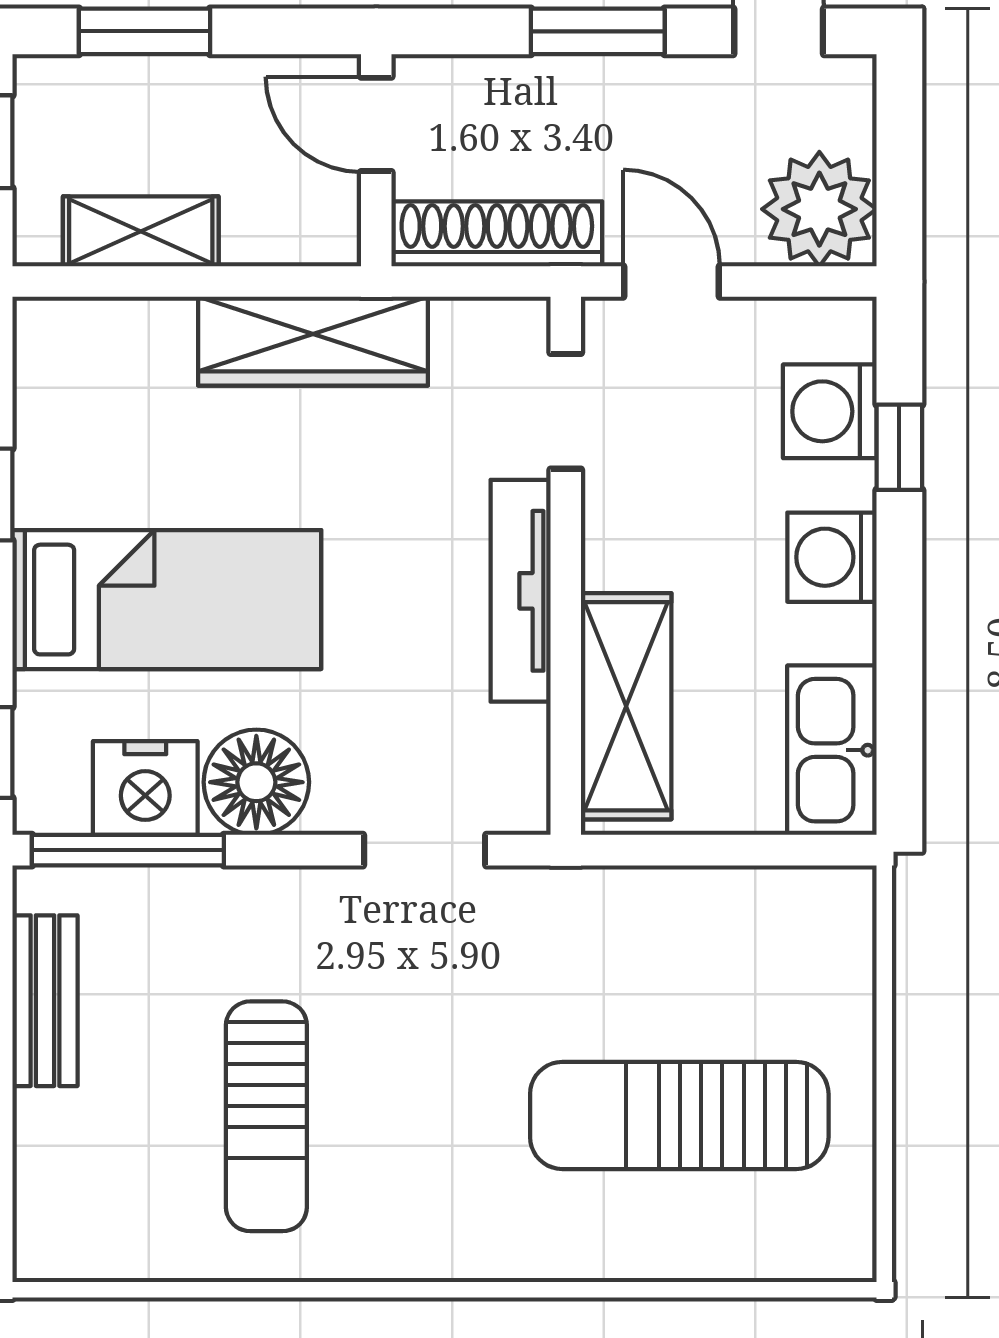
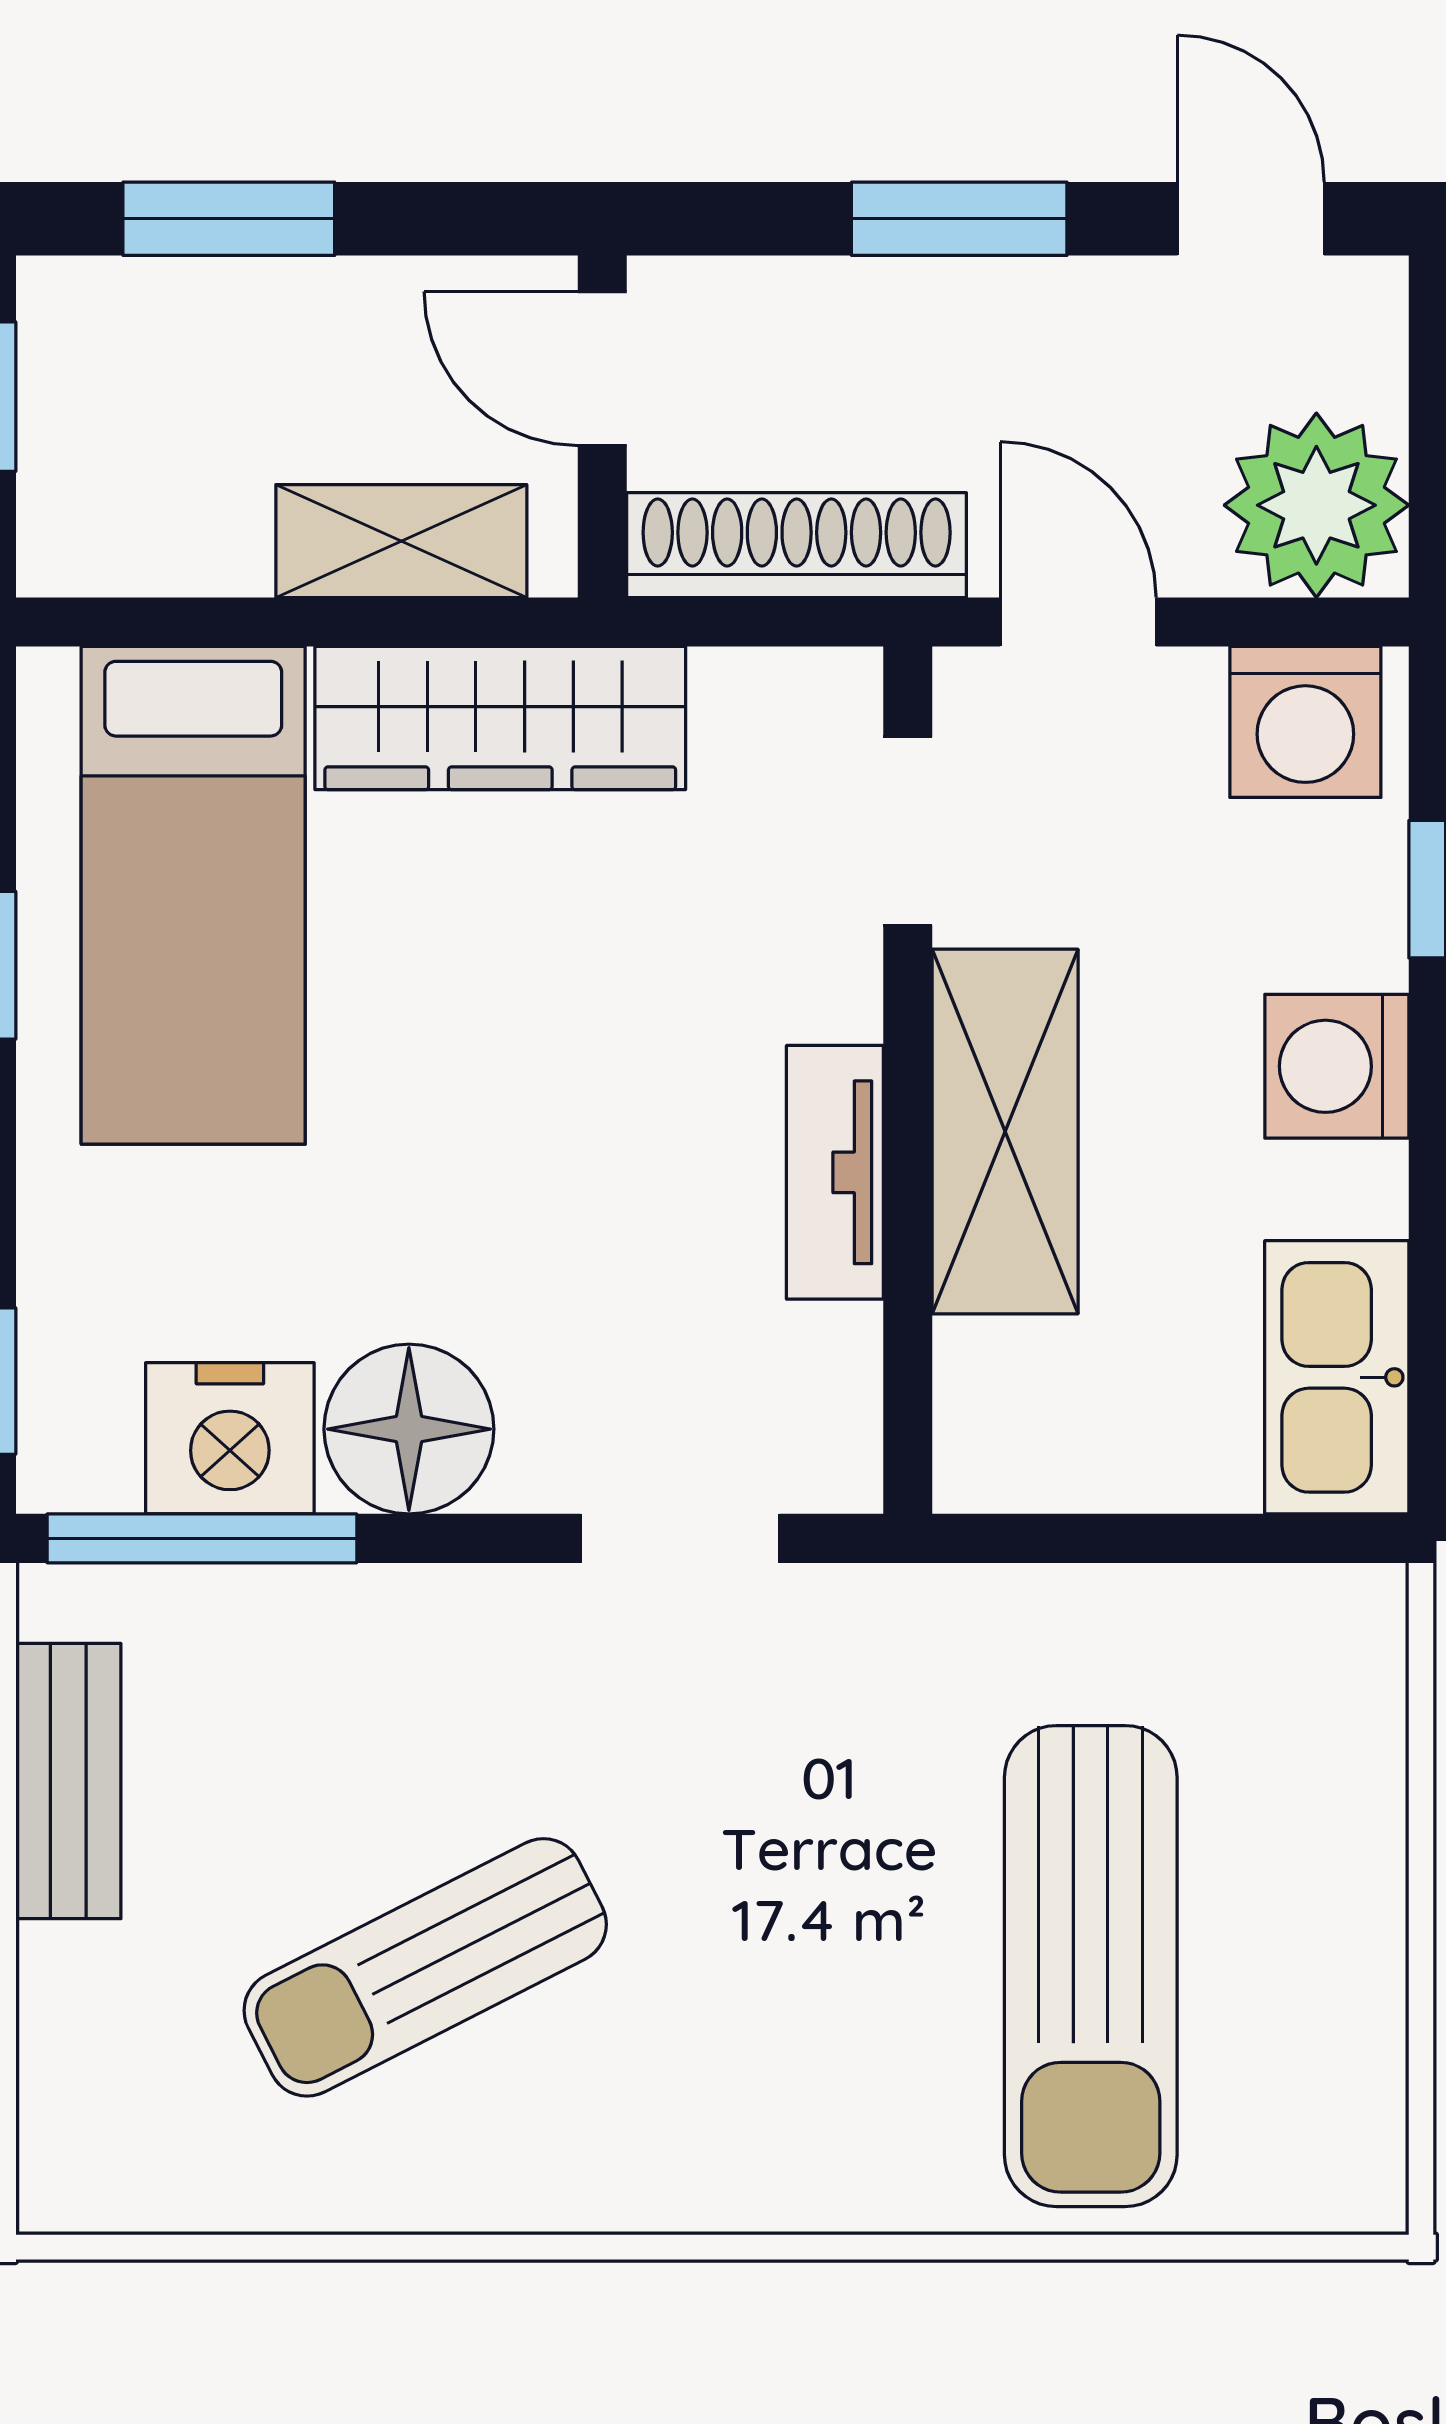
shelving: (141, 231) -> (401, 541), moved
washing machine: (830, 411) -> (1305, 722), moved, turned -90
tv unit: (521, 591) -> (835, 1172), width x0.71
bed: (167, 600) -> (193, 895), moved, turned 90
shelving: (626, 706) -> (1005, 1131), moved
sun lounger: (679, 1115) -> (1091, 1966), turned -90
sun lounger: (266, 1116) -> (425, 1967), turned 63

